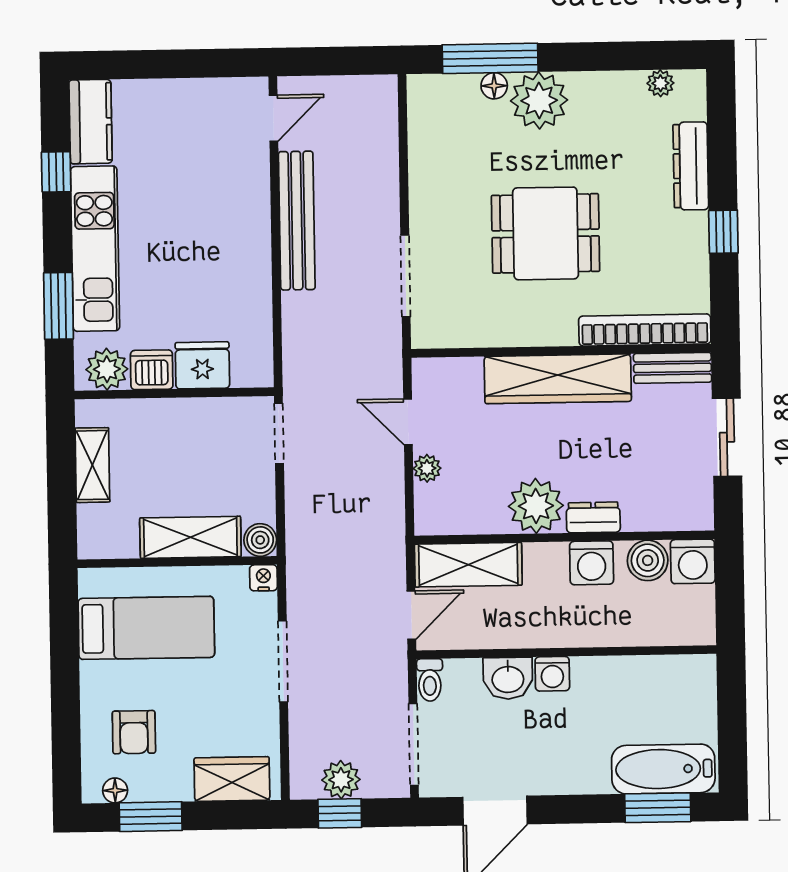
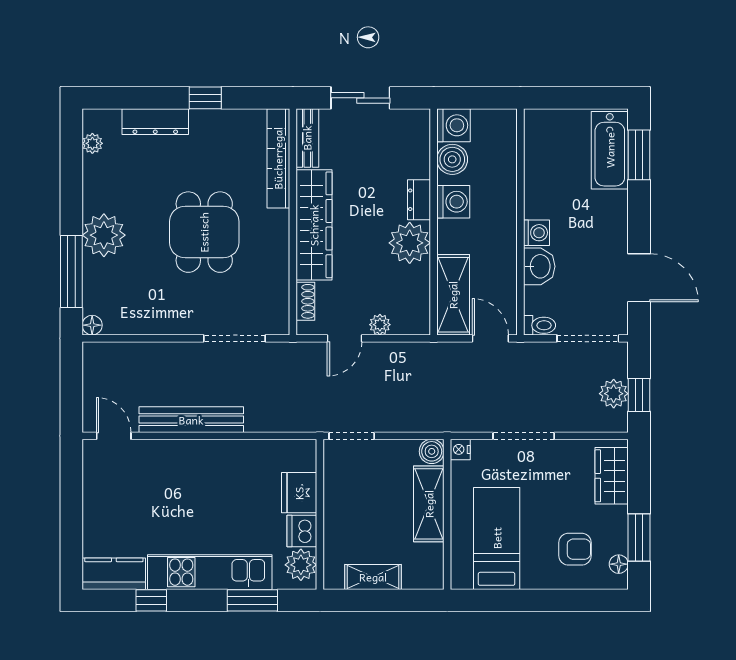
floor lamp: (494, 86) -> (92, 325), moved
shoe rack: (456, 369) -> (305, 301), added

